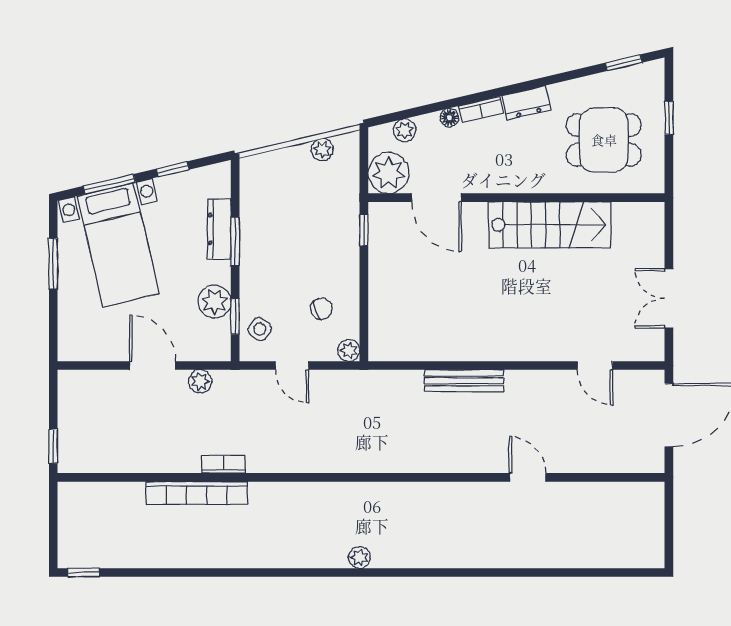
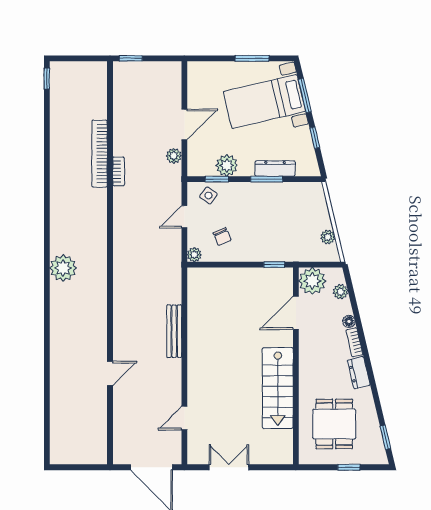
plant: (359, 557) -> (63, 268), width x1.88, depth x1.88

